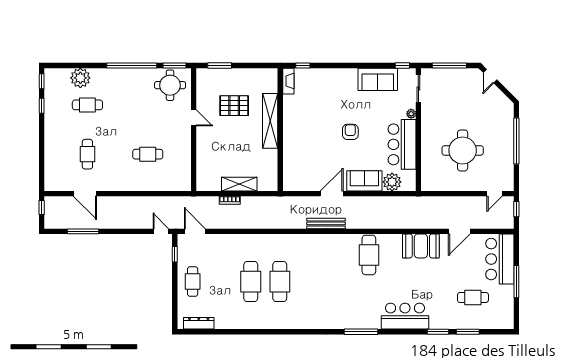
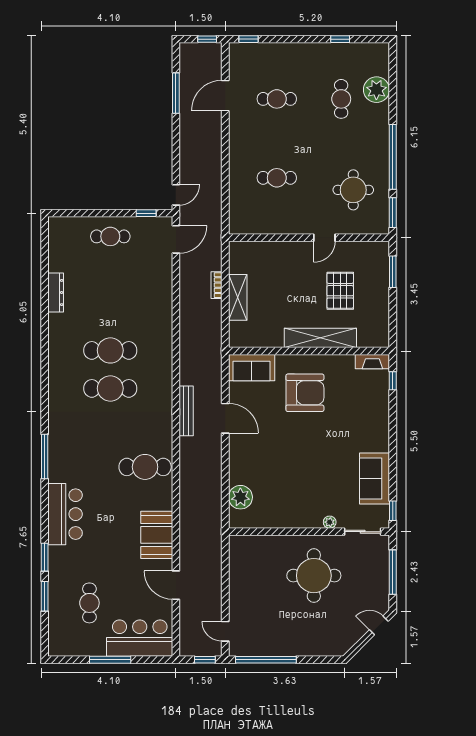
window: (42, 81) -> (249, 39), moved
round table: (170, 85) -> (353, 190), moved
armchair: (350, 132) -> (305, 393), moved, width x1.88, depth x1.88
window: (516, 141) -> (266, 660), moved
bar counter: (402, 144) -> (290, 510), removed
round table: (463, 150) -> (314, 576), moved
cafe table: (148, 154) -> (277, 178), turned 90
sofa: (364, 181) -> (252, 368), moved, turned 90
cafe table: (251, 282) -> (110, 388), moved
dresser: (199, 323) -> (56, 293), moved

